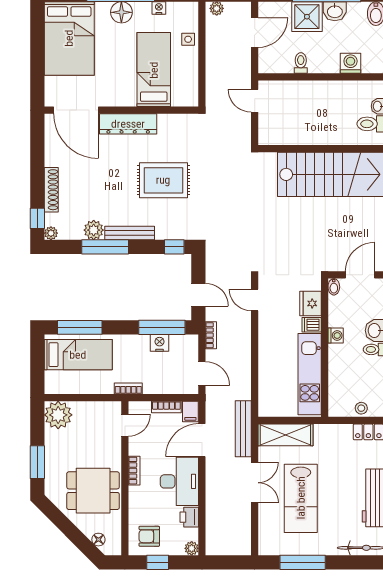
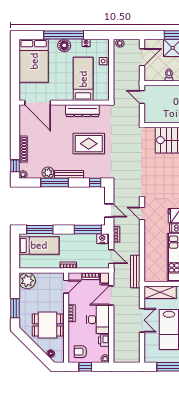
dresser: (128, 124) -> (82, 111), moved
nightstand: (159, 343) -> (102, 239), moved
bench: (243, 429) -> (135, 272), moved

